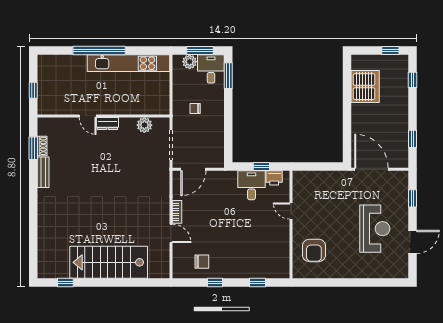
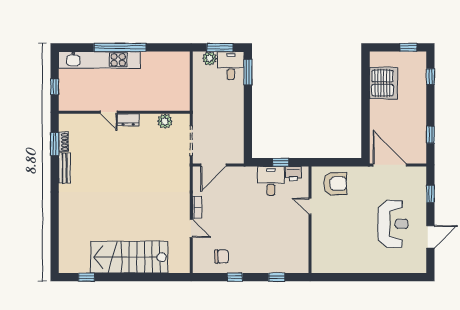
kitchen unit: (128, 63) -> (99, 60), moved
chair: (195, 109) -> (215, 105), removed
armchair: (314, 250) -> (335, 184), moved, turned -90

